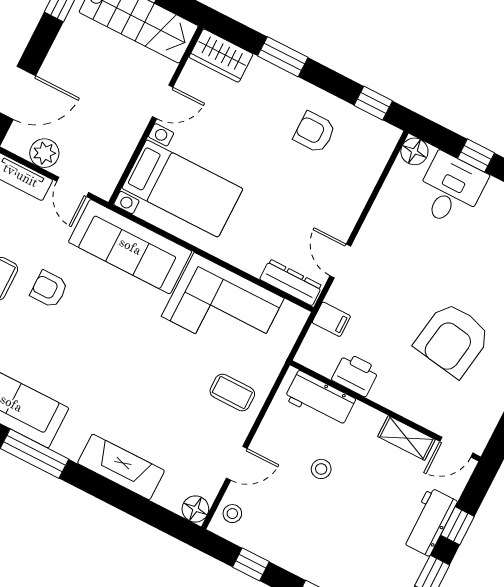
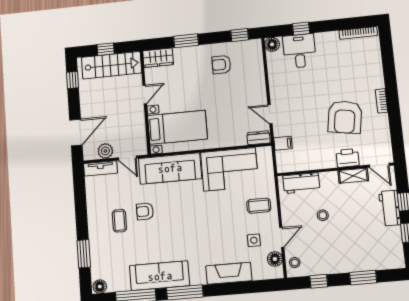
dresser: (291, 282) -> (259, 138), width x0.70
printer: (356, 374) -> (348, 158), moved
side table: (191, 441) -> (254, 240), added
door: (456, 447) -> (379, 165), hinge flipped
floor lamp: (195, 509) -> (275, 259), moved

